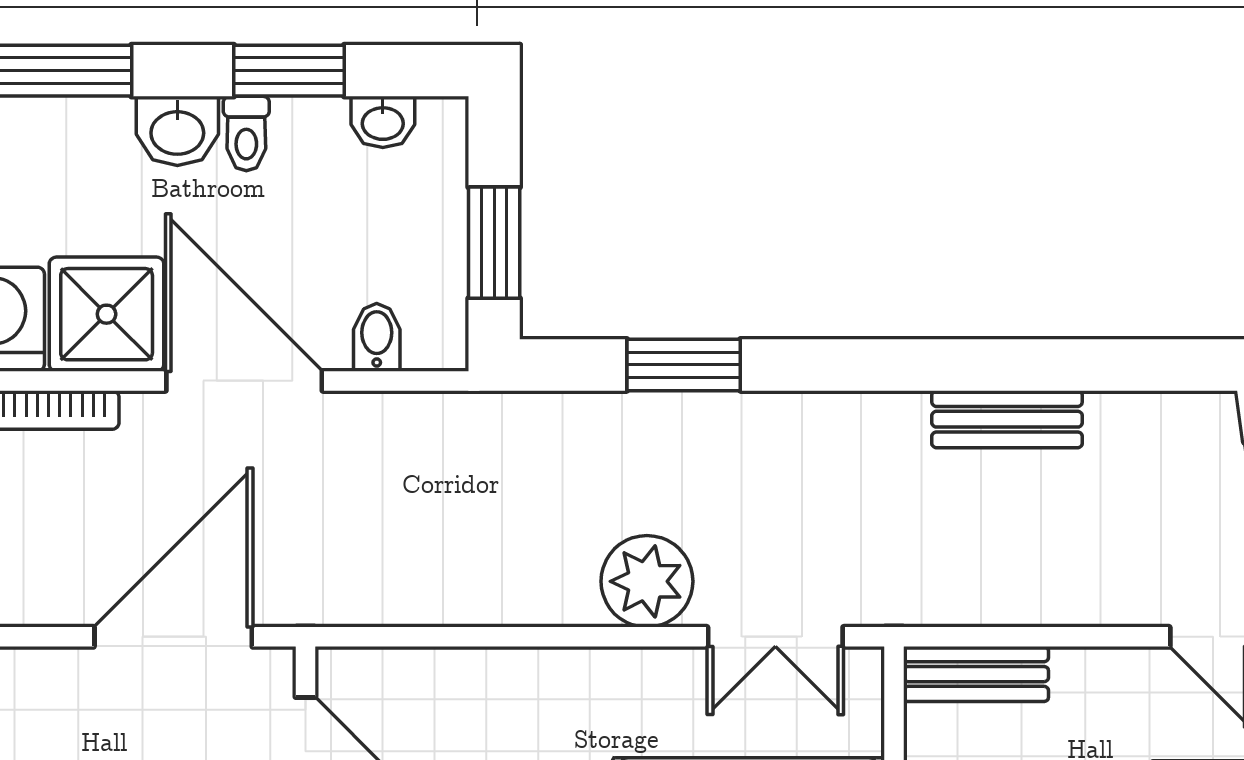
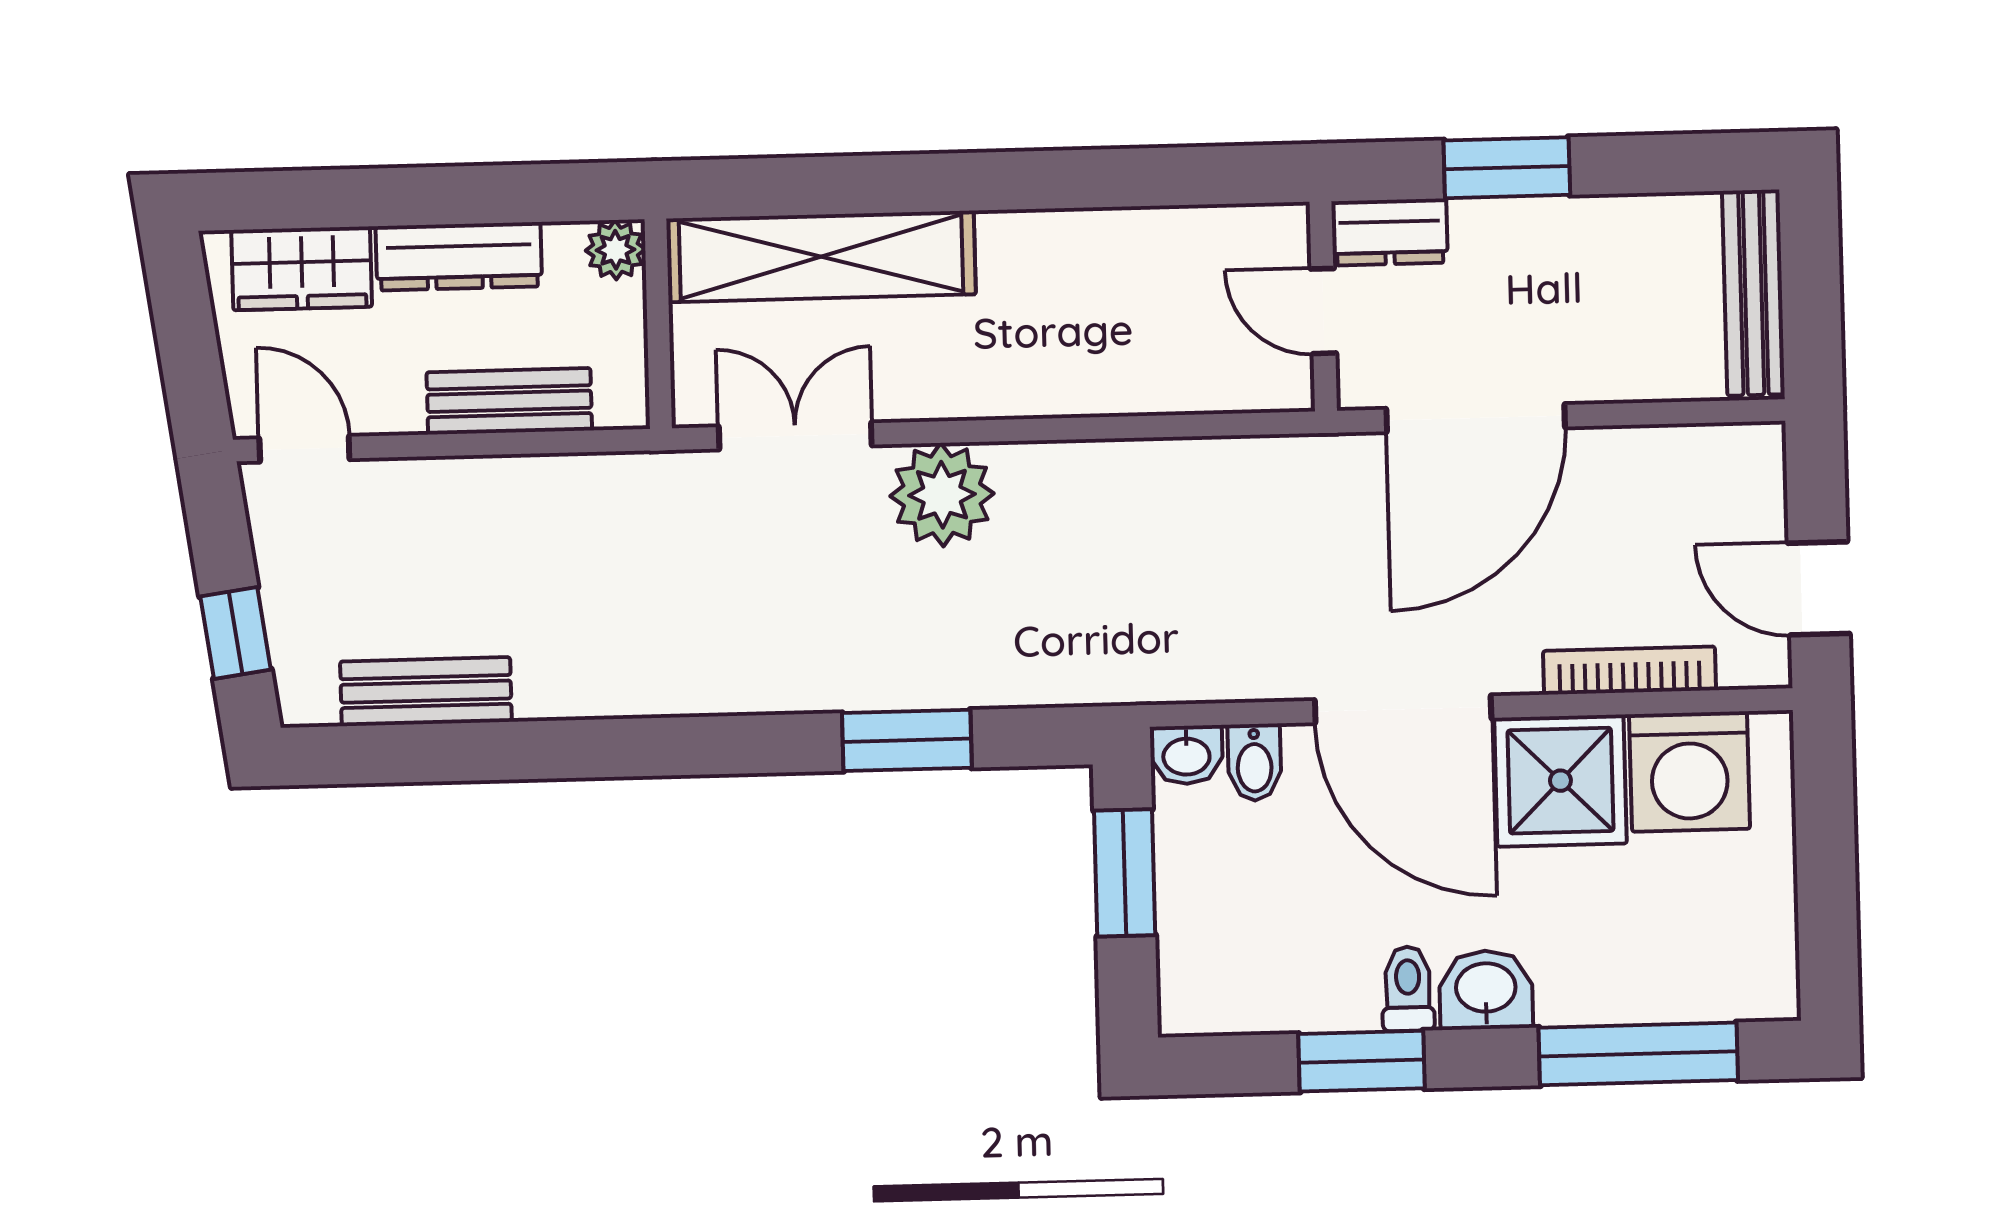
washbasin: (383, 122) -> (1186, 755), moved, turned 180
bench: (1007, 419) -> (426, 692), moved
bench: (976, 674) -> (509, 401), moved

